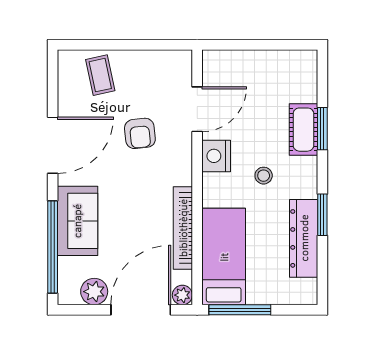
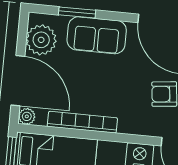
window: (53, 247) -> (77, 12), width x0.47
plant: (94, 292) -> (41, 40), width x1.36, depth x1.36

